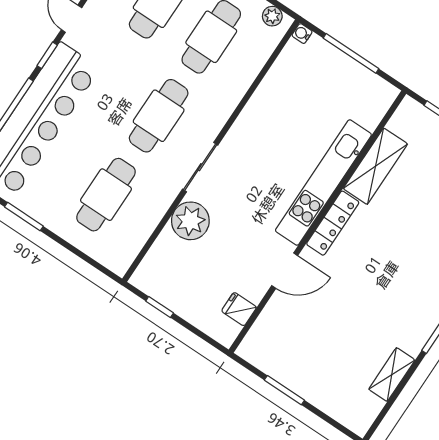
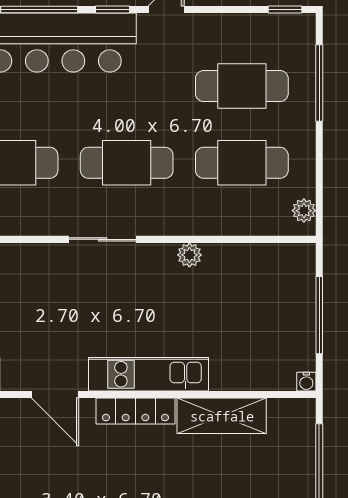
water cooler: (302, 34) -> (306, 382), moved, turned 180
kitchen unit: (323, 182) -> (148, 374), width x0.73
plant: (190, 221) -> (189, 255), moved, width x0.53, depth x0.53

